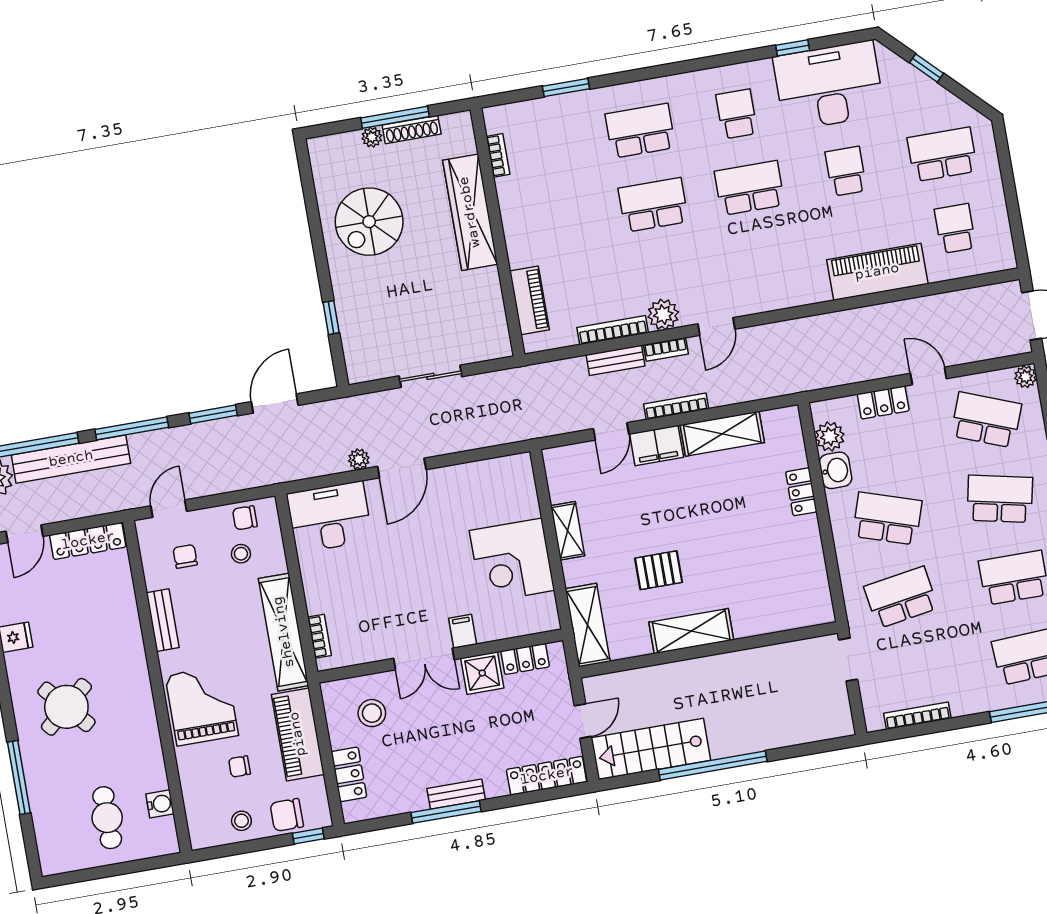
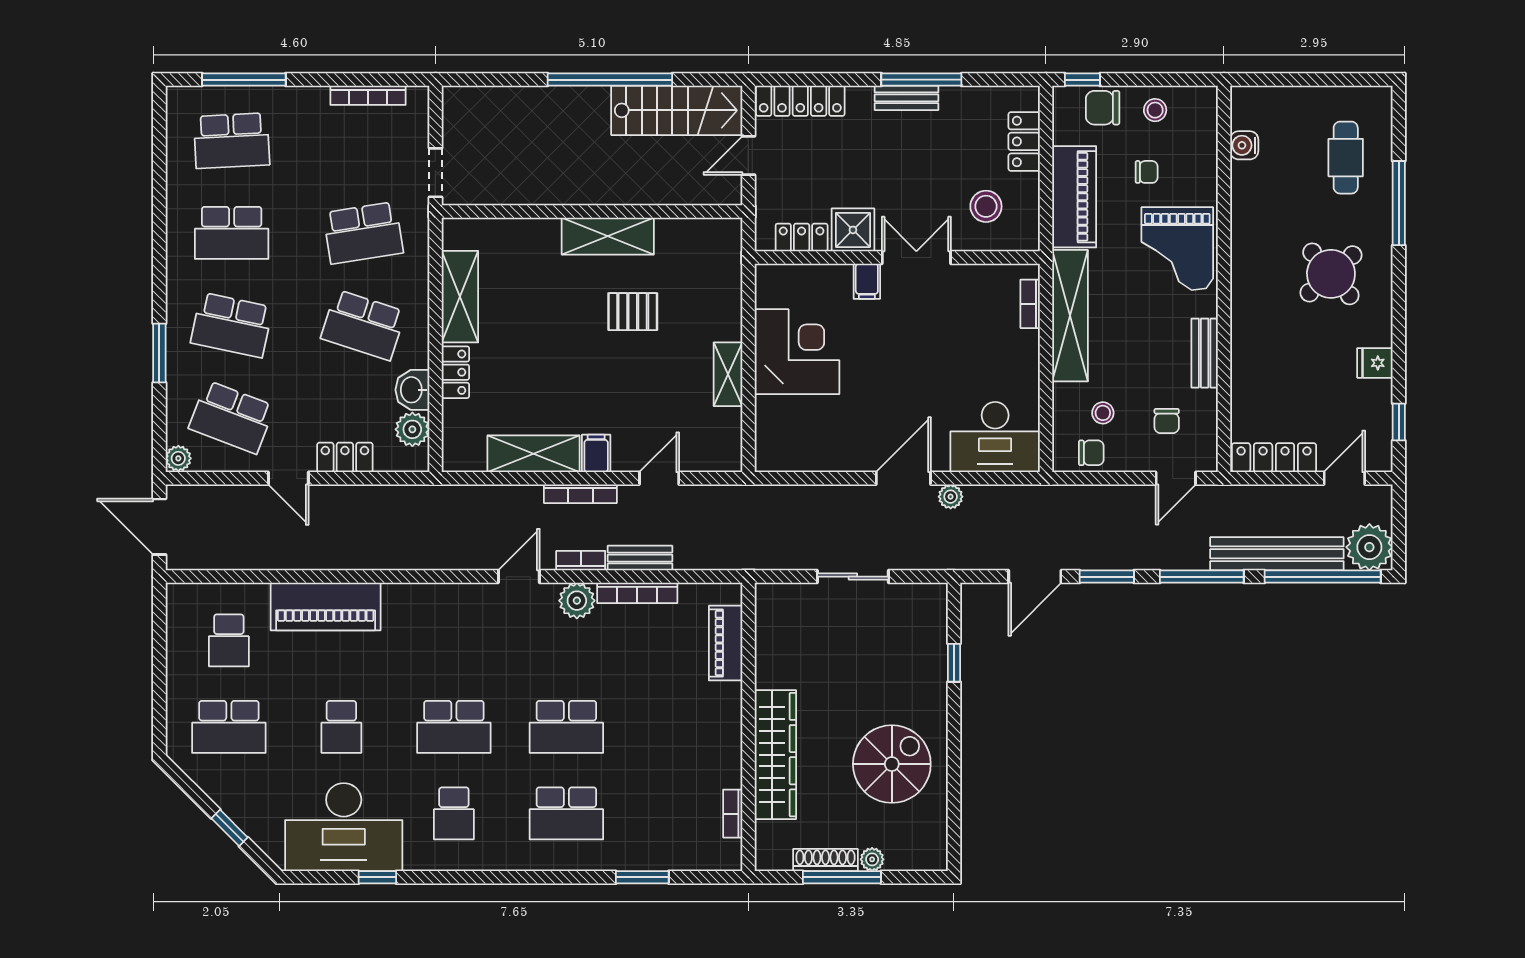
filing cabinet: (657, 445) -> (596, 453), width x0.50
shelving: (588, 625) -> (460, 297), moved
chair: (287, 815) -> (1103, 108), turned 180
cafe table: (107, 818) -> (1346, 158), moved

